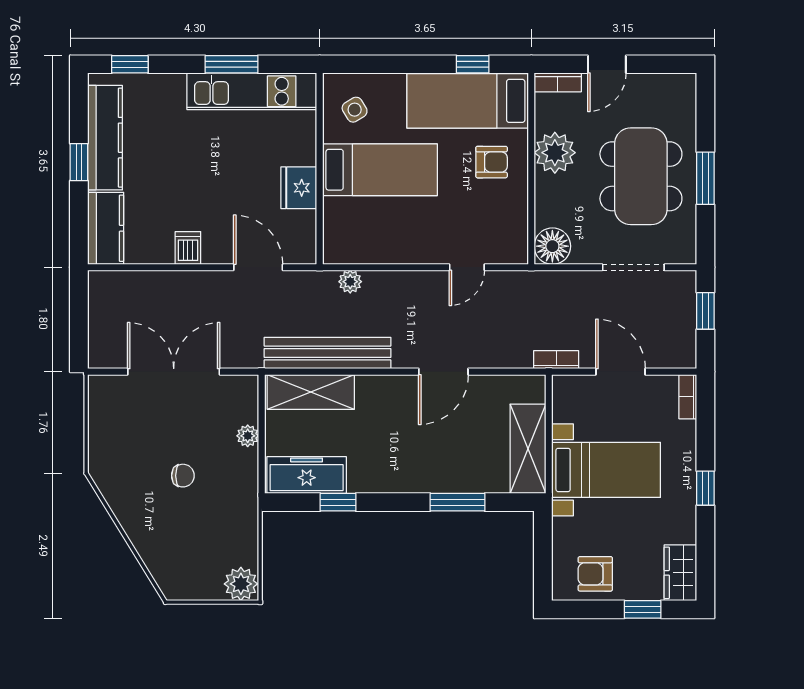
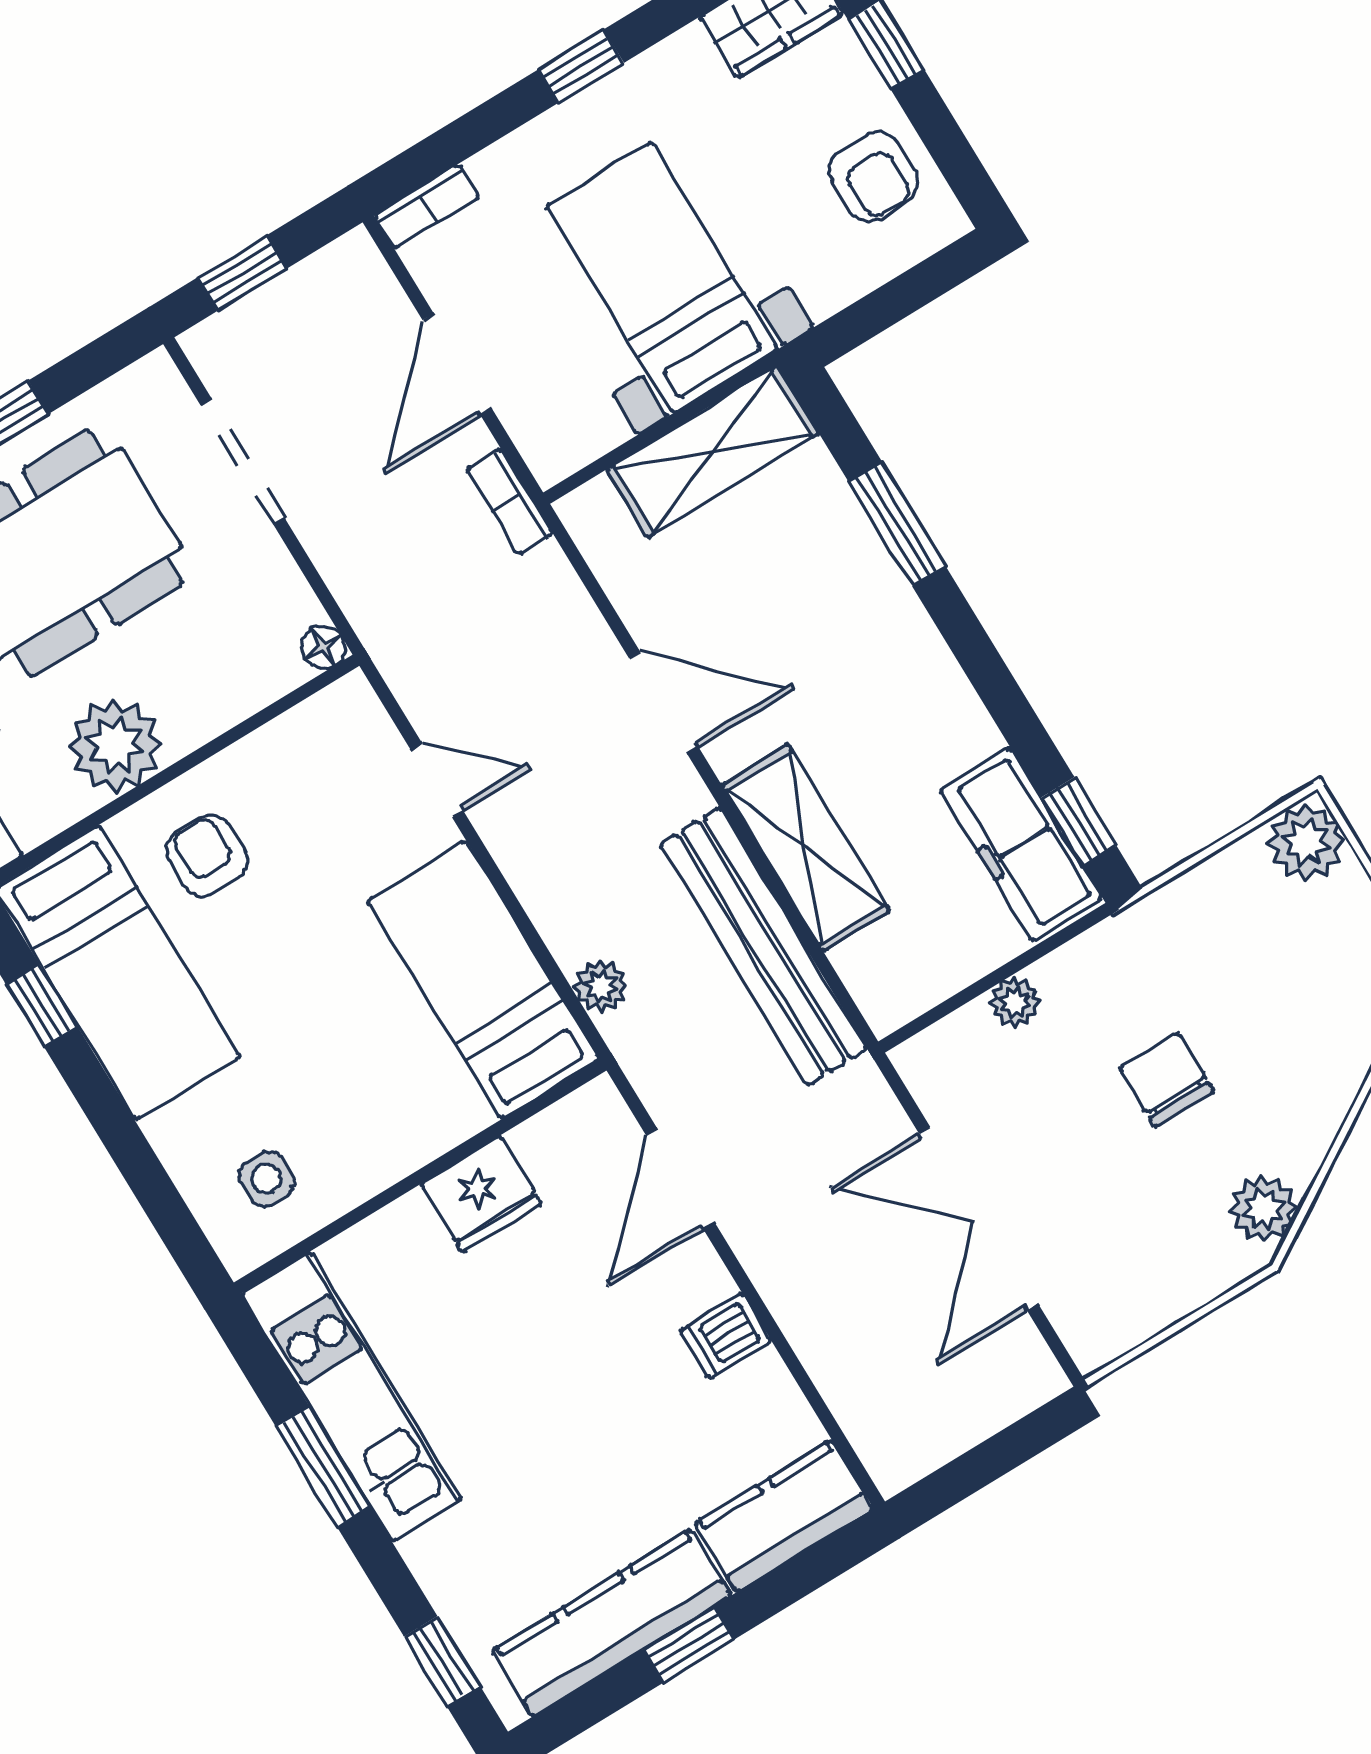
side table: (355, 110) -> (267, 1179), turned 31
bed: (380, 170) -> (483, 980), moved
floor lamp: (552, 246) -> (323, 647), width x0.53, depth x0.53
shelving: (311, 392) -> (806, 848), moved
chair: (183, 476) -> (1167, 1080), width x1.37, depth x1.37
plant: (111, 482) -> (1263, 1209), added
window: (338, 502) -> (1079, 822), moved

